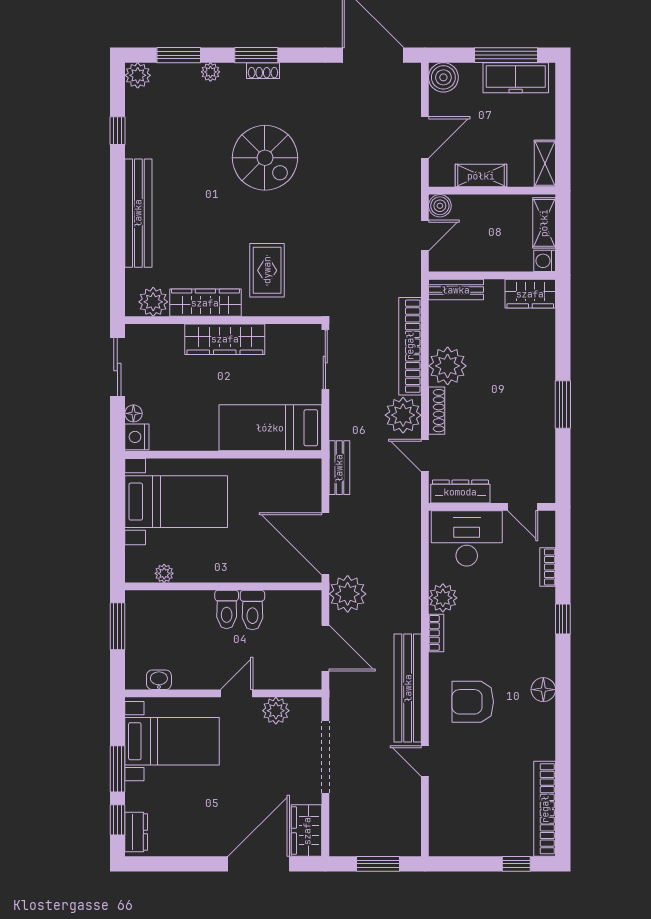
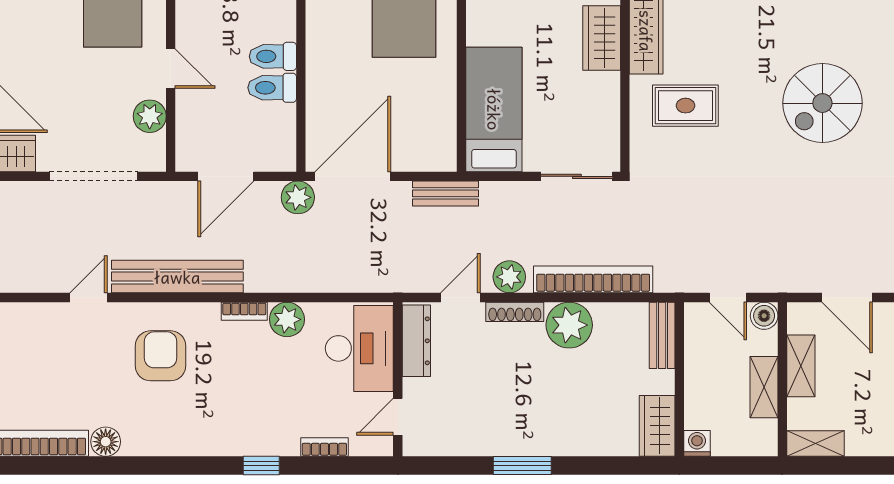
shelving: (544, 223) -> (764, 387), moved, turned 90
wardrobe: (225, 339) -> (602, 38), width x0.67
plant: (403, 415) -> (509, 277), width x0.73, depth x0.73
plant: (348, 594) -> (298, 197), width x0.73, depth x0.73
floor lamp: (543, 690) -> (106, 442), moved

